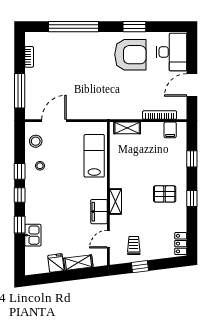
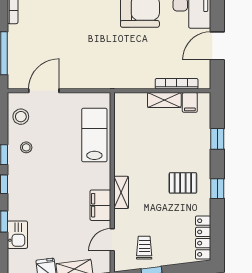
shelving: (127, 128) -> (164, 100), moved
locker: (181, 244) -> (203, 238), width x1.53

